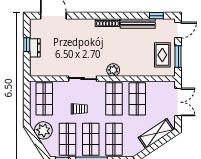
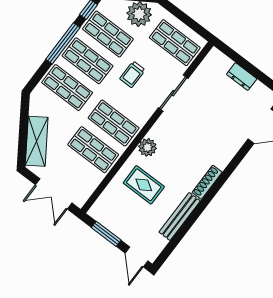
window: (156, 16) -> (172, 245), removed
window: (27, 45) -> (252, 70), removed
rug: (162, 55) -> (144, 185), moved
sliding door: (83, 79) -> (173, 93), moved

